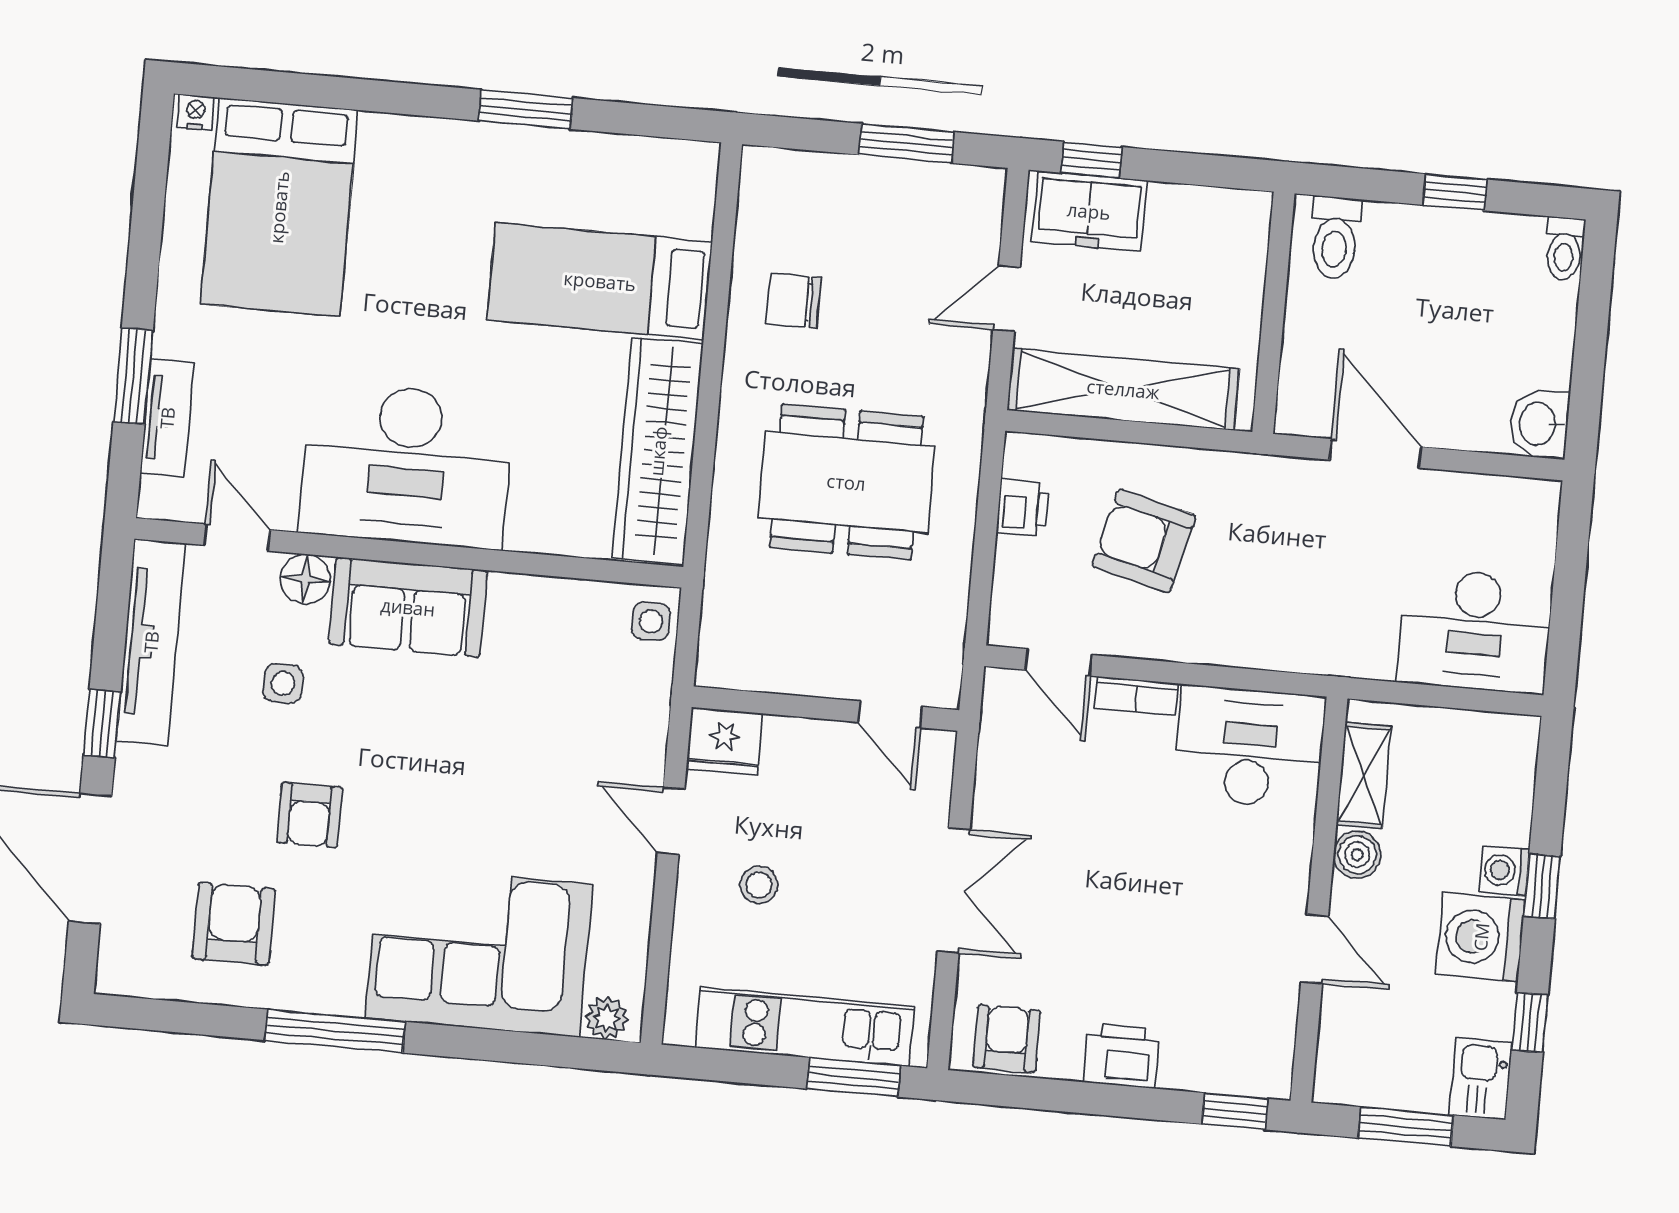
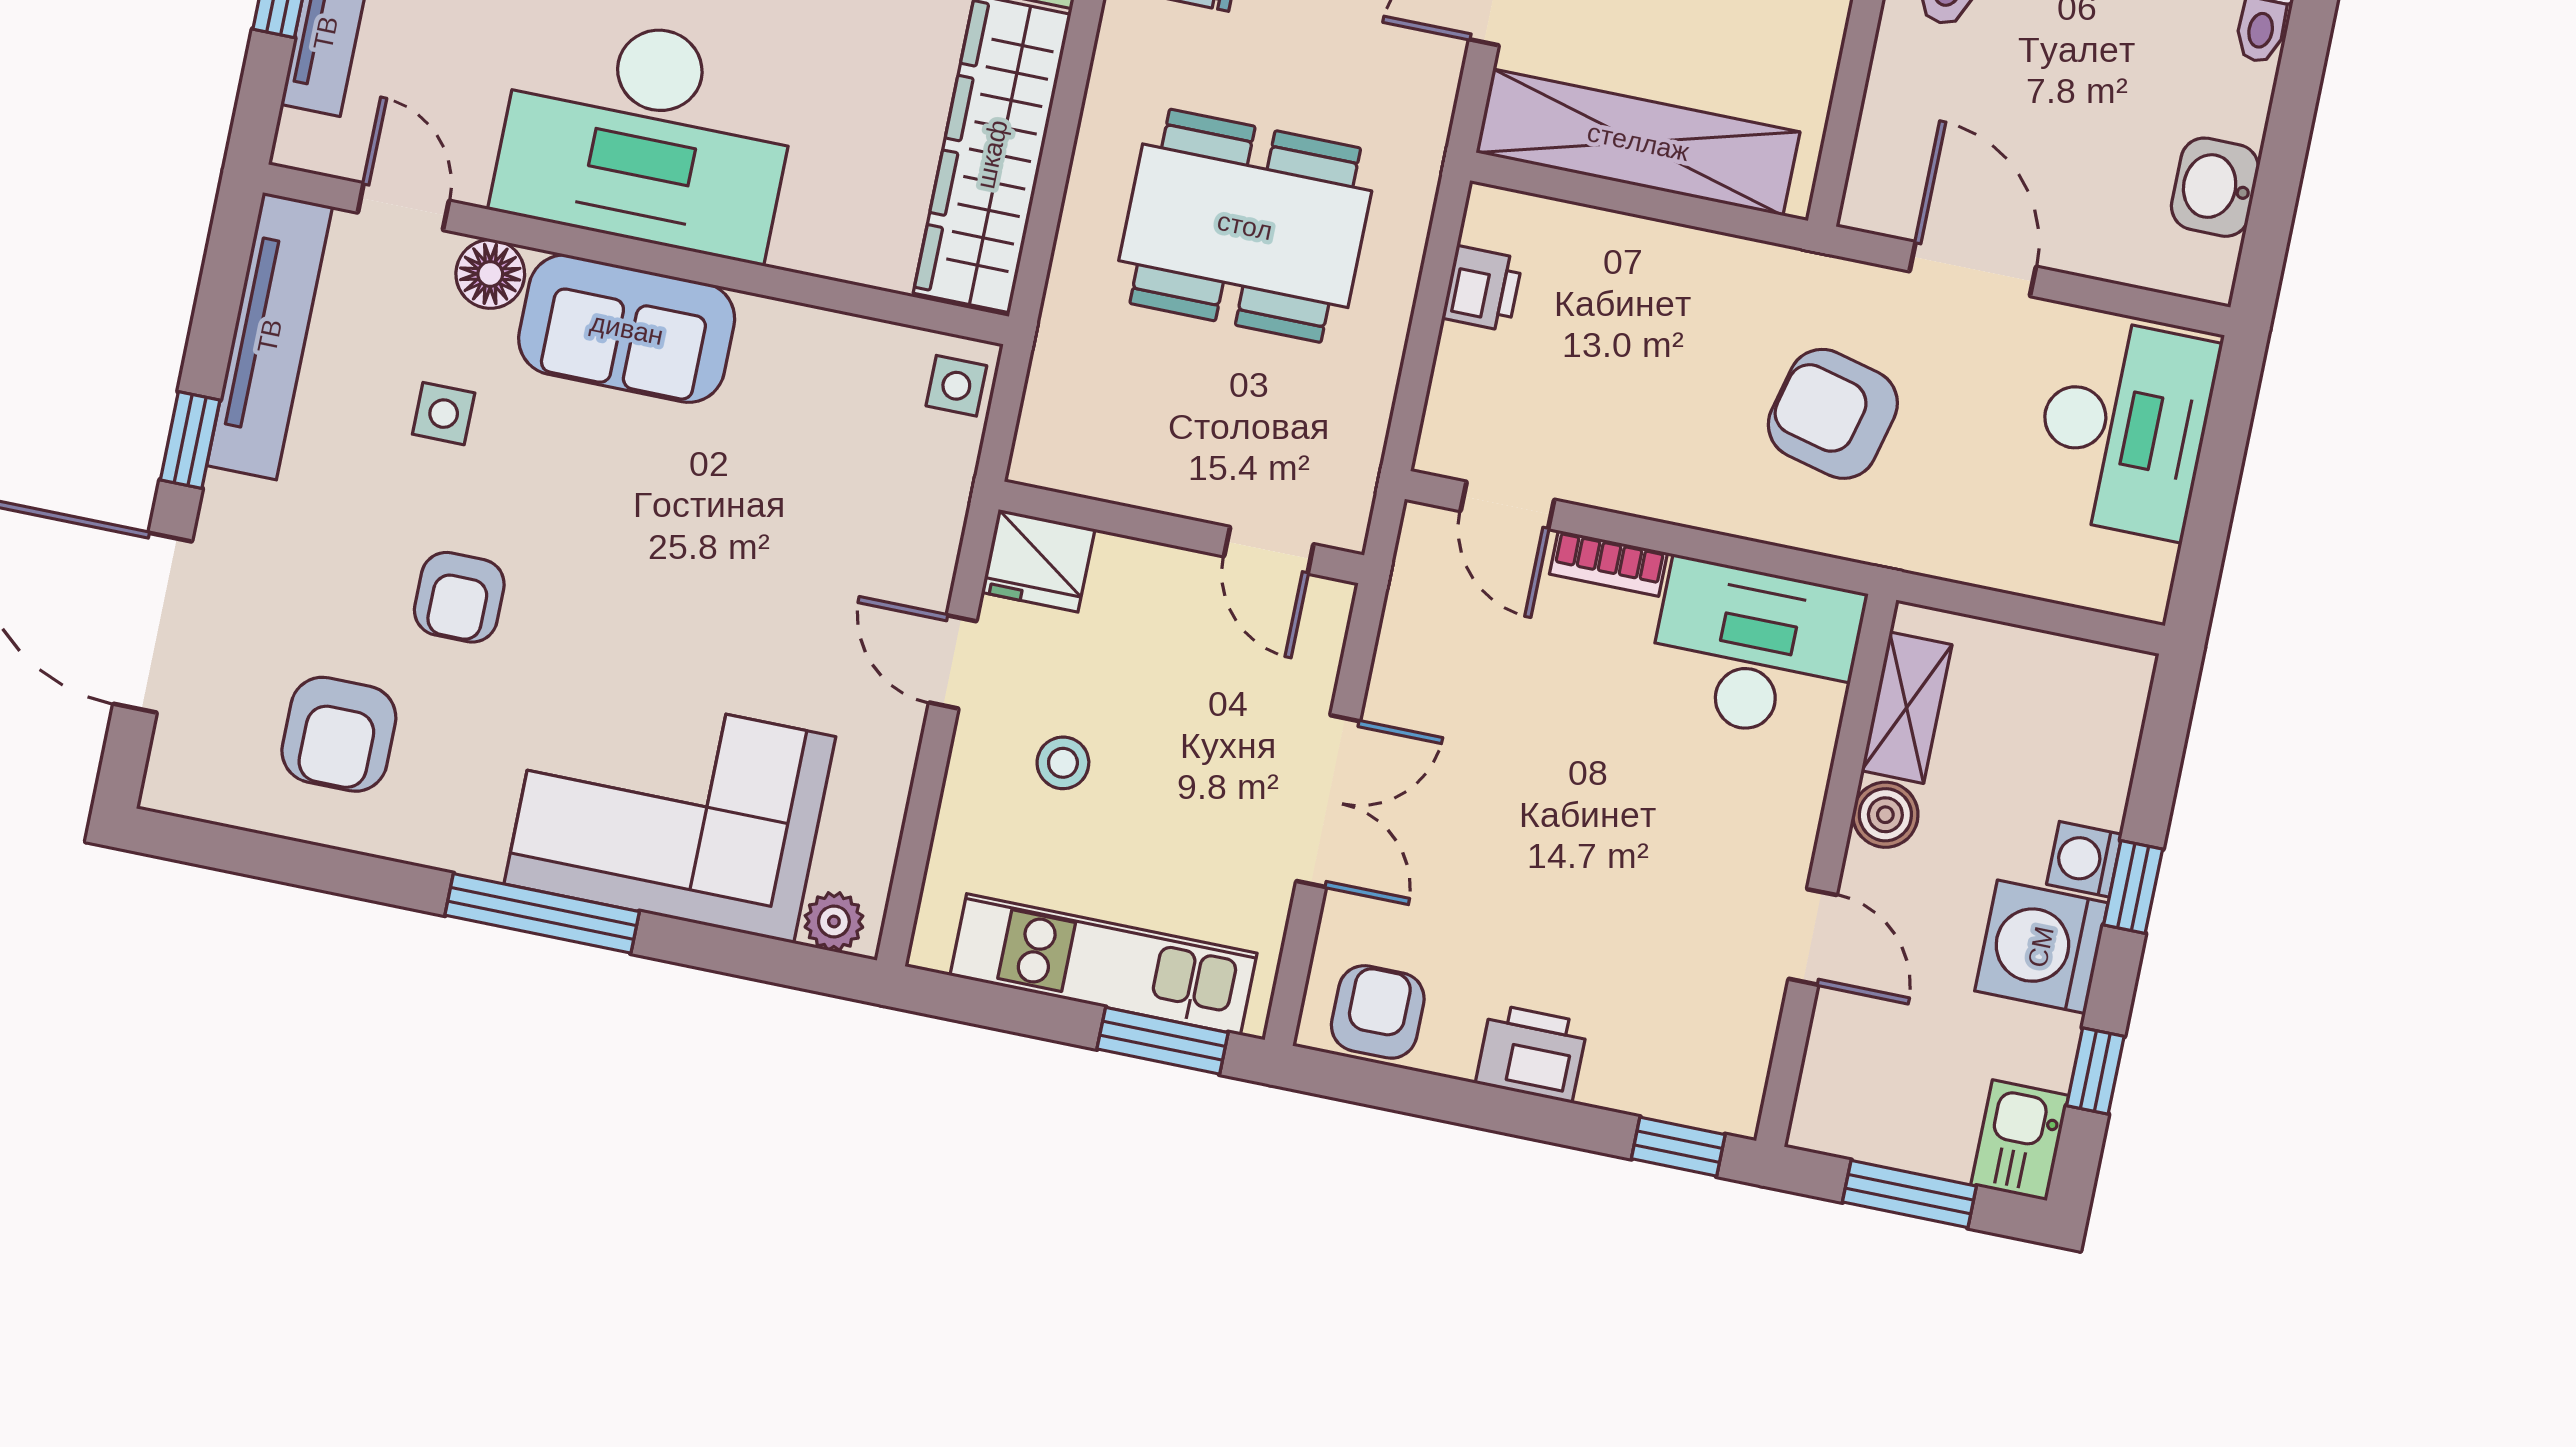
washbasin: (1539, 424) -> (2215, 187), moved
armchair: (1144, 541) -> (1833, 414), moved
desk: (1475, 631) -> (2124, 427), moved, turned -90
armchair: (234, 924) -> (339, 734), turned 180
window: (335, 1031) -> (542, 913), moved

